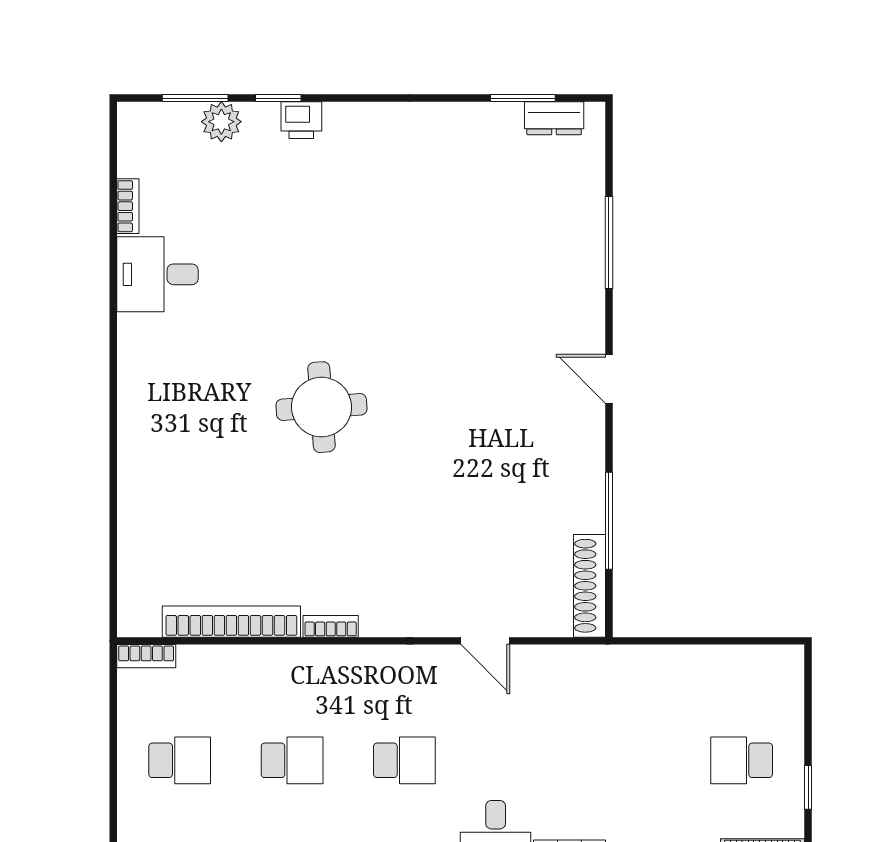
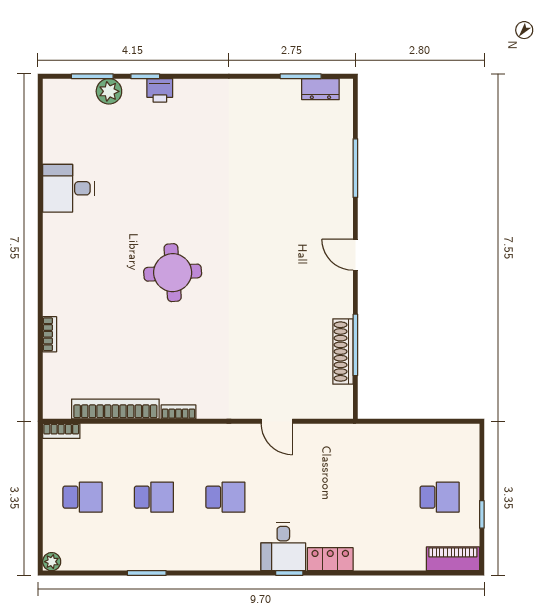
bookcase: (128, 206) -> (50, 334), moved
shoe rack: (589, 586) -> (343, 352), moved
school desk: (742, 760) -> (440, 497), turned 180

